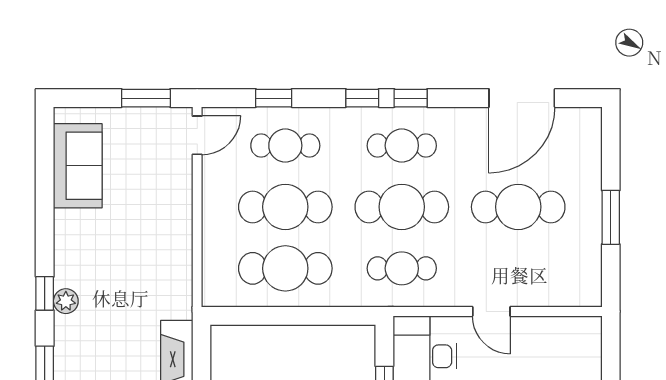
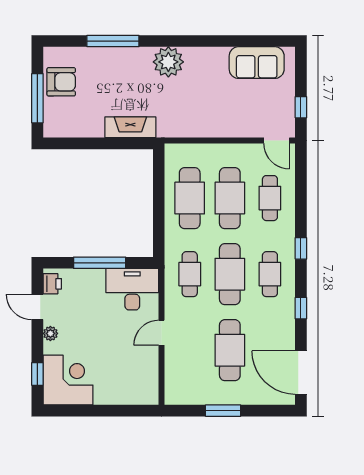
window: (146, 98) -> (301, 107), width x0.67
window: (274, 98) -> (301, 190), removed
window: (411, 98) -> (301, 308), moved
door: (522, 98) -> (301, 373), moved
window: (45, 293) -> (173, 41), removed
plant: (66, 301) -> (168, 62), width x1.87, depth x1.87

